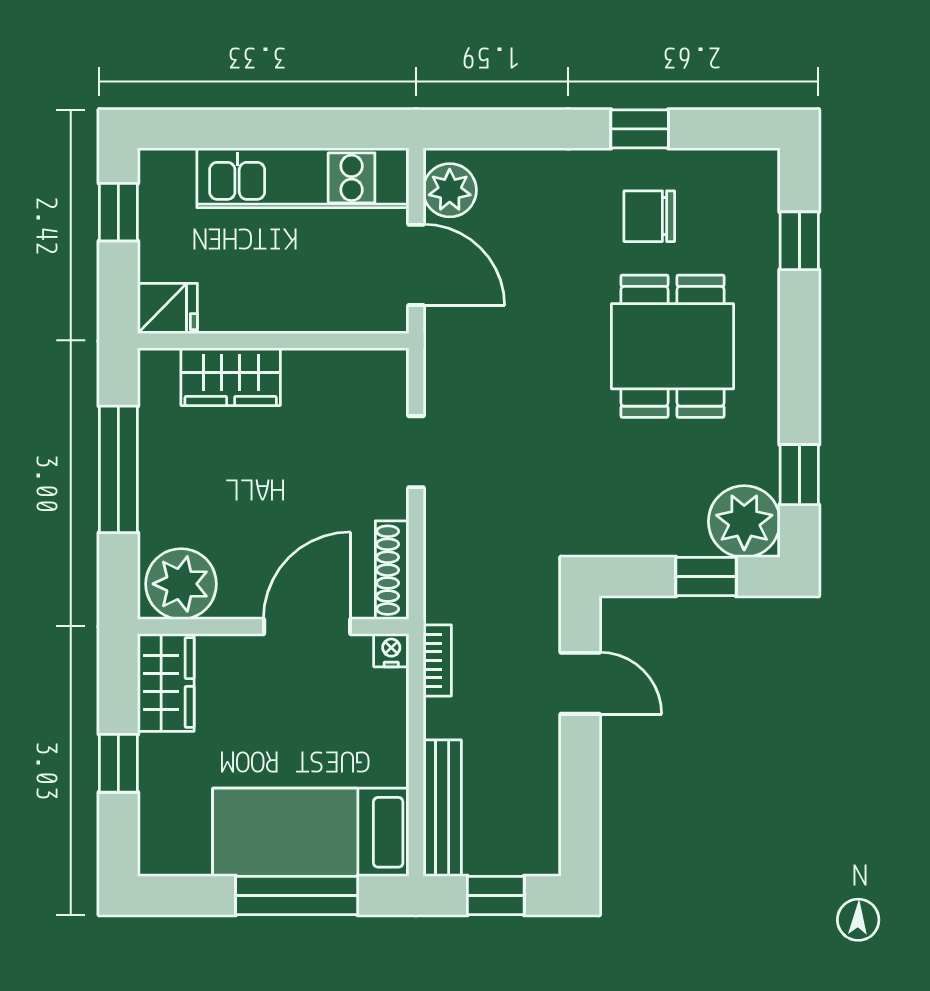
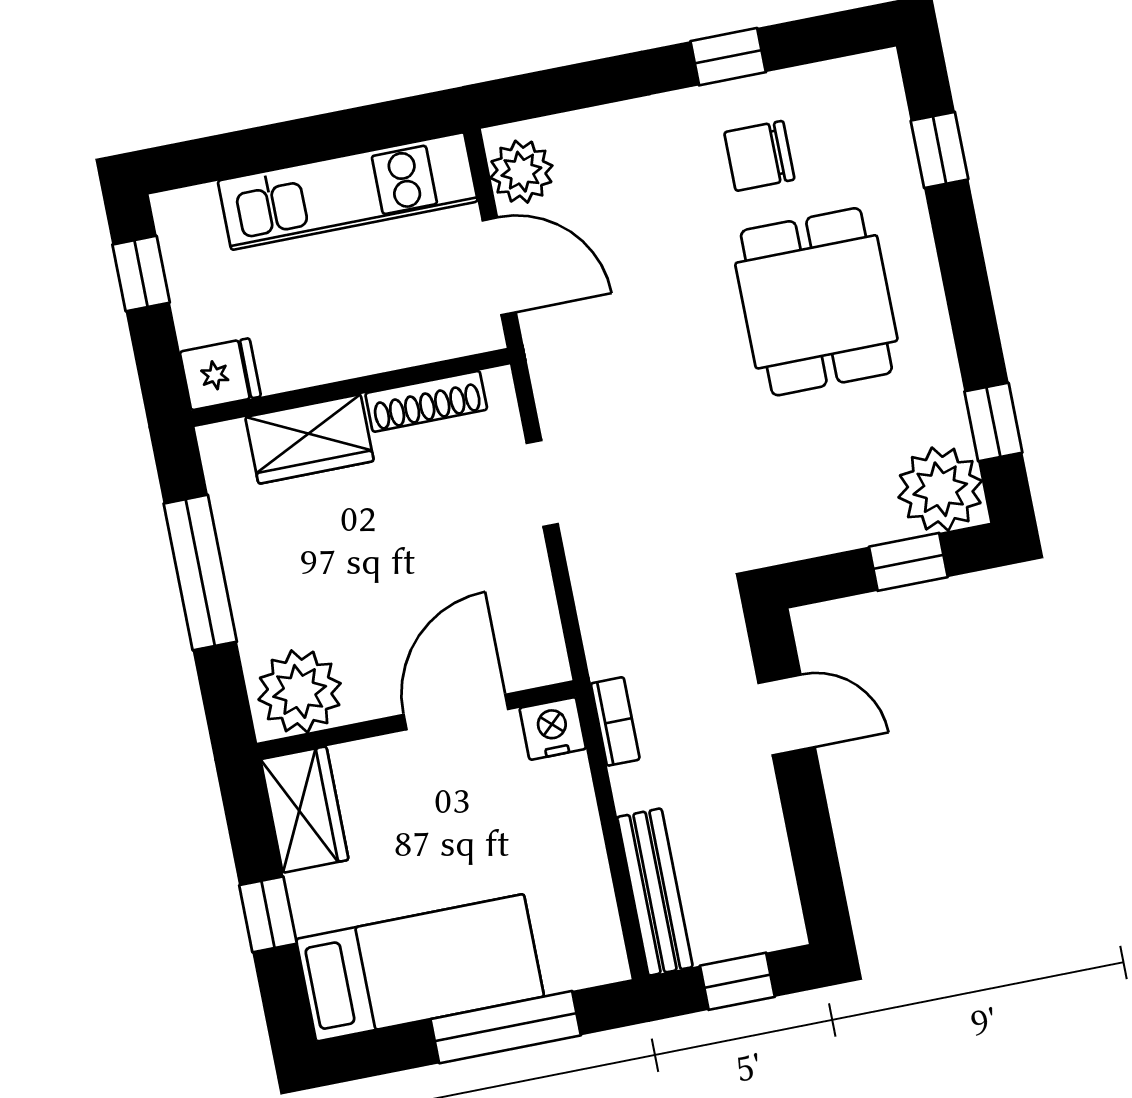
shoe rack: (392, 570) -> (426, 401), moved, turned -90
nightstand: (391, 650) -> (553, 728), width x1.39, depth x1.35
bed: (311, 832) -> (420, 968), moved, turned 180

